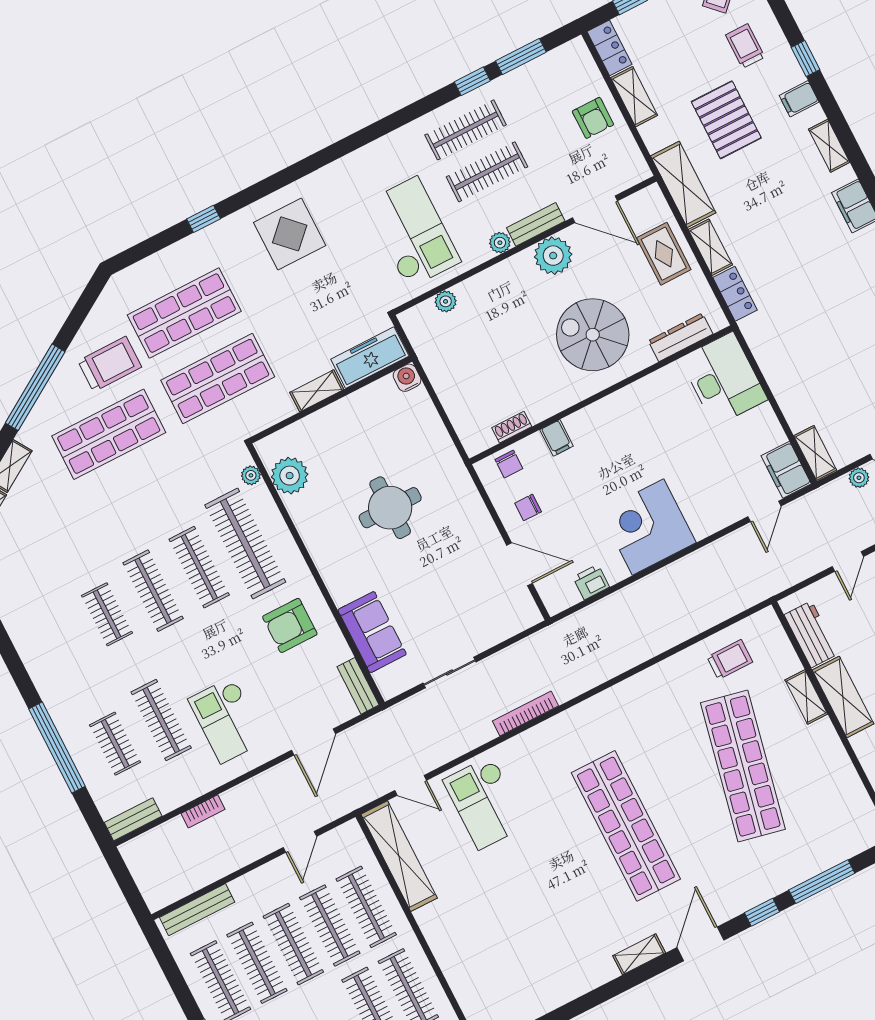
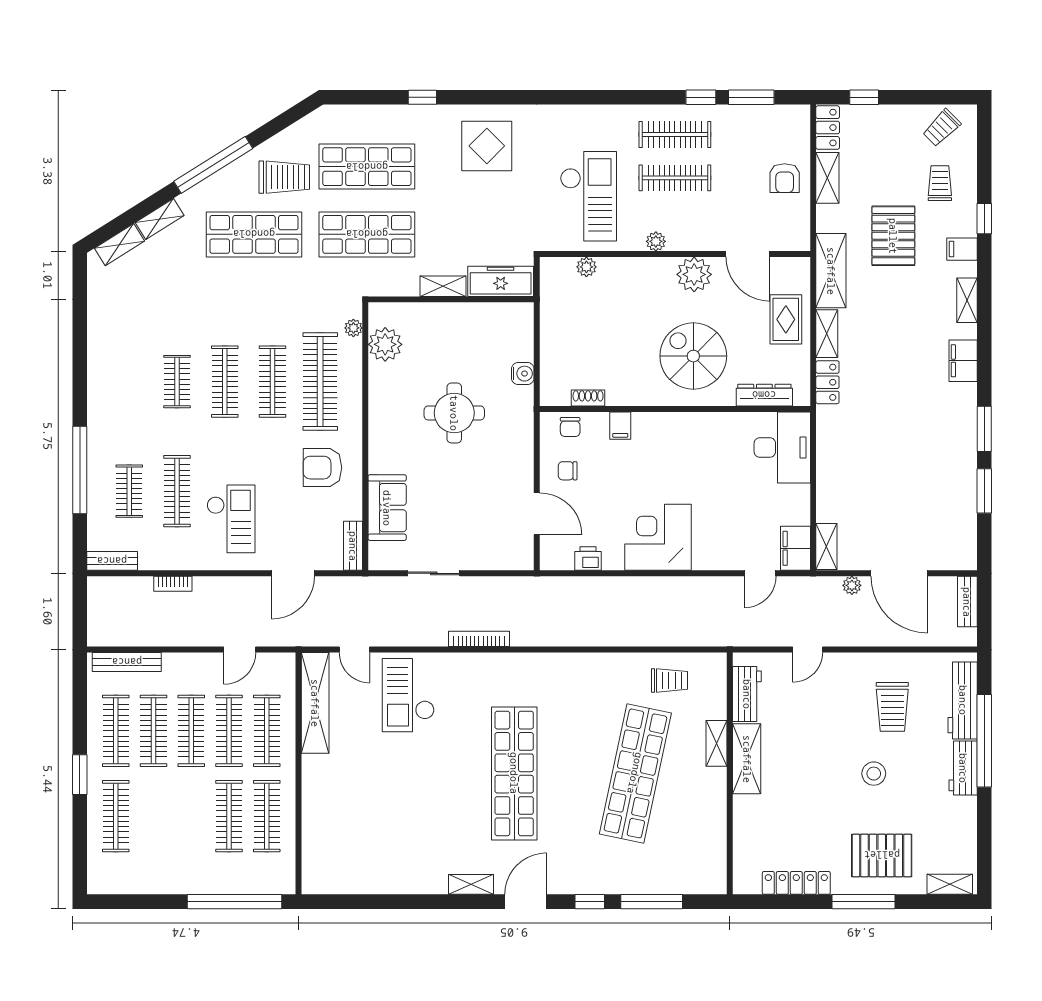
bench: (536, 224) -> (693, 242), removed
water cooler: (407, 378) -> (523, 374), moved, turned 90
checkout: (227, 720) -> (231, 519), turned 180

